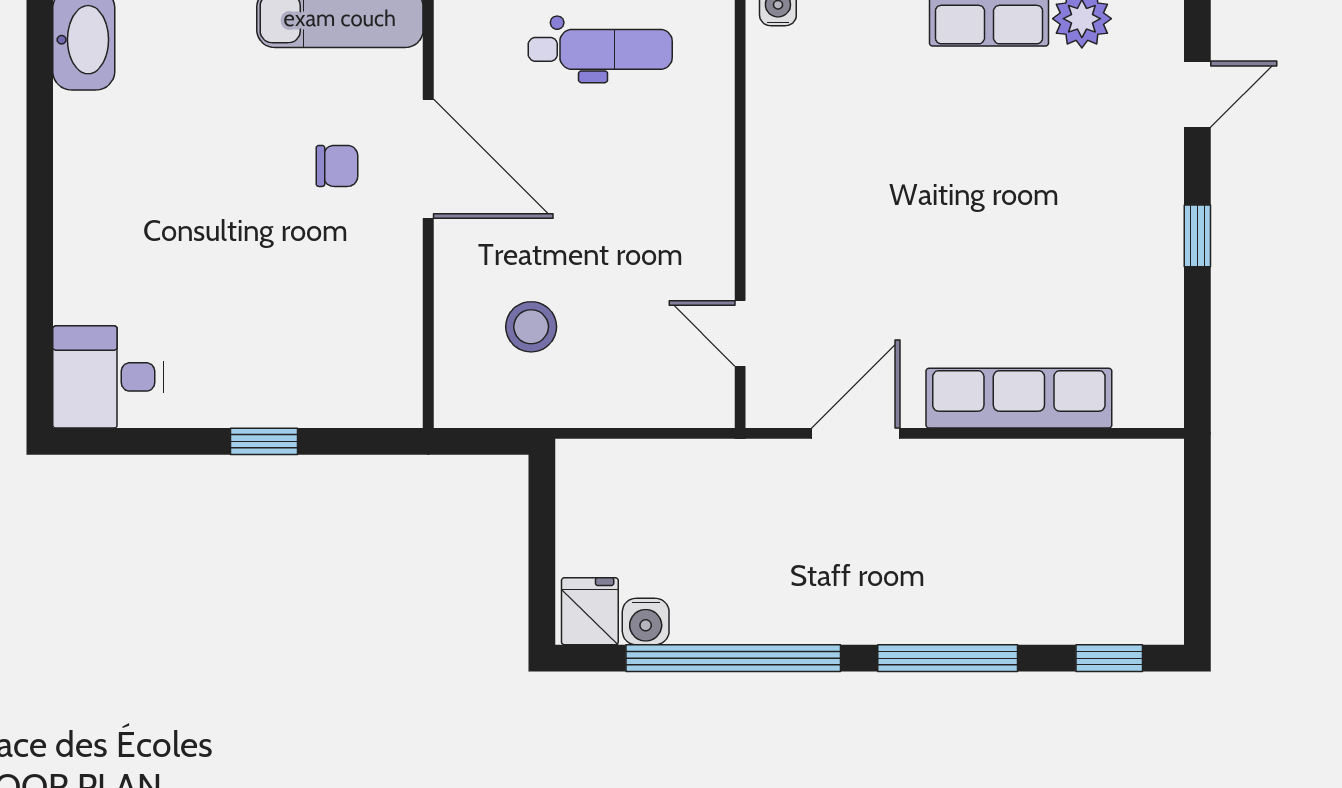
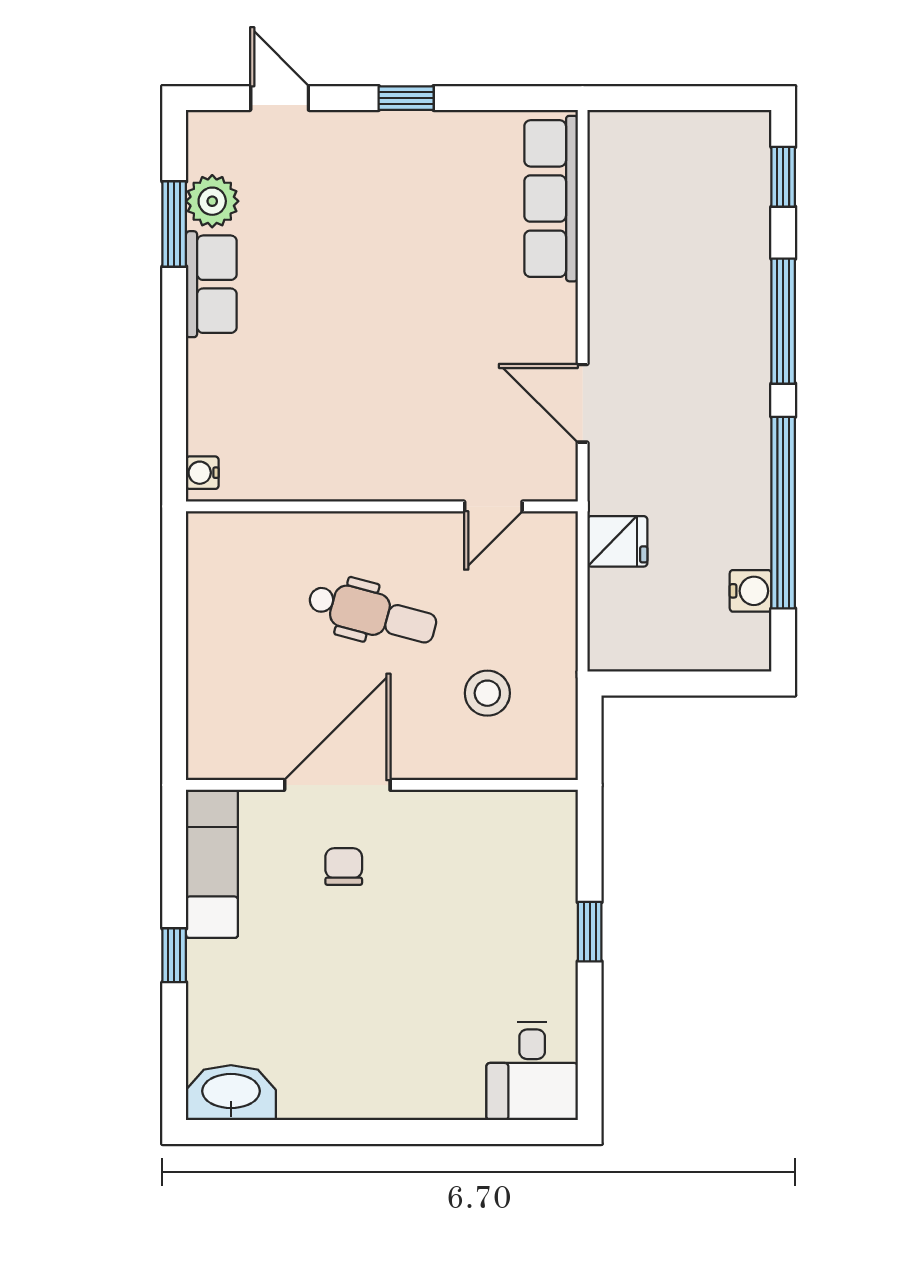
dental chair: (600, 49) -> (372, 613), moved, turned 105
row of seats: (1019, 398) -> (551, 199), moved
fridge: (590, 611) -> (617, 541), moved, turned 180

